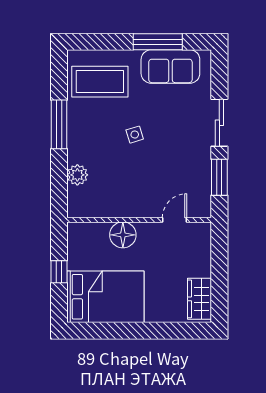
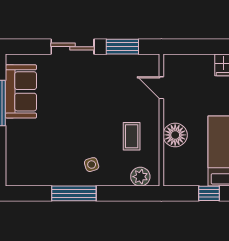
coffee table: (100, 82) -> (132, 136), moved, width x0.54, depth x0.58
side table: (135, 135) -> (92, 165), moved
plant: (77, 175) -> (140, 177), moved

